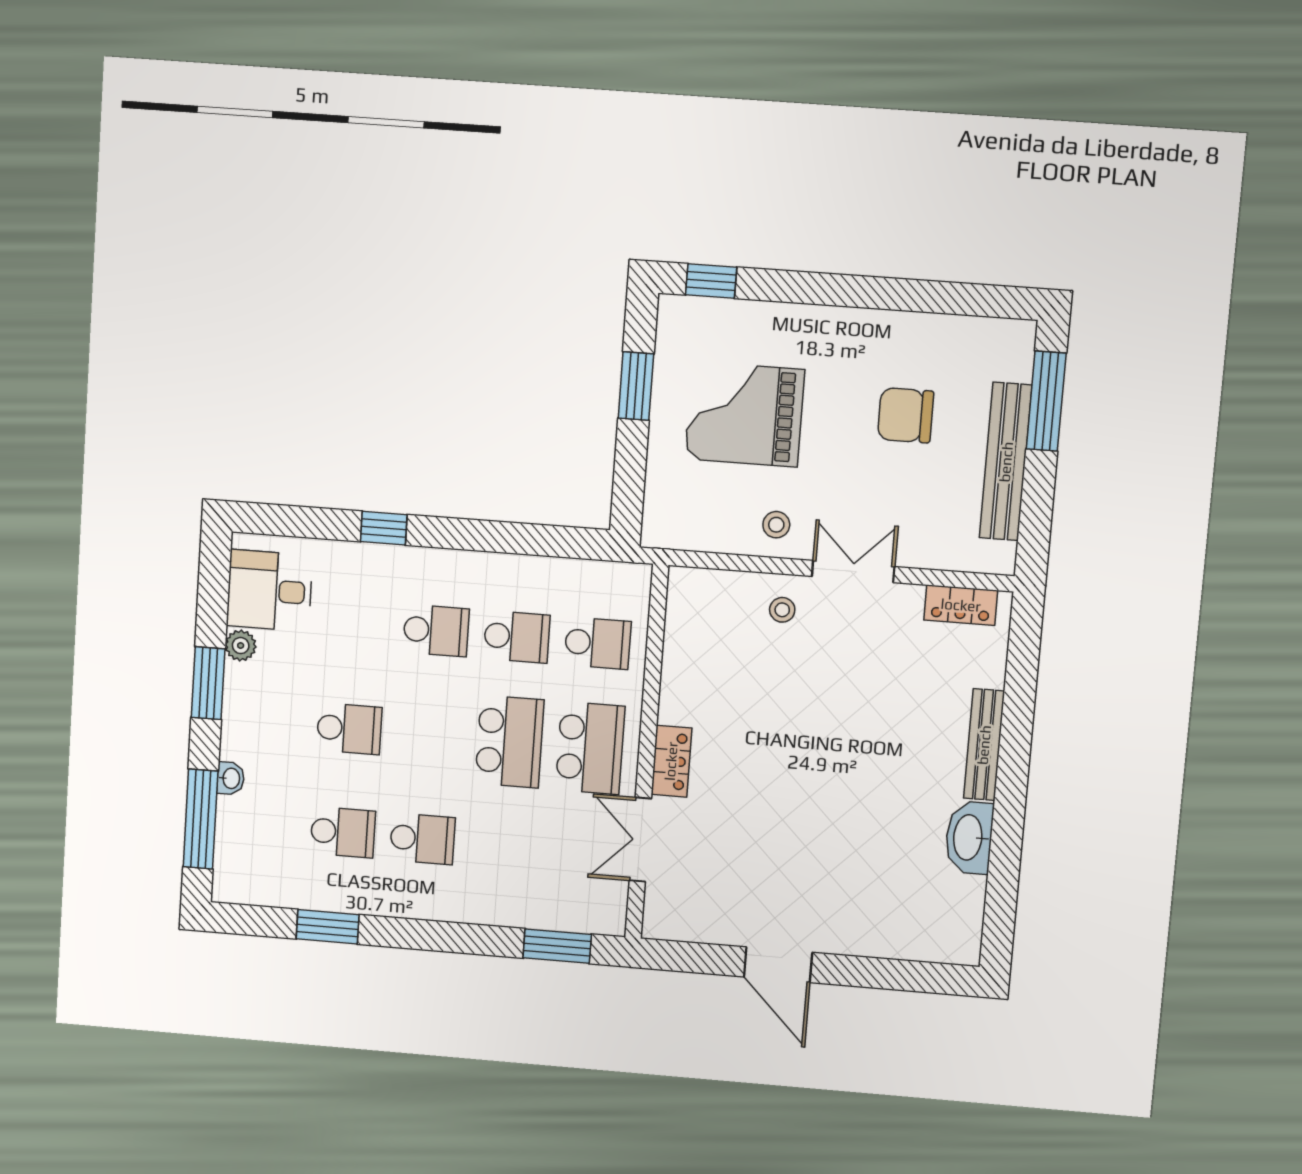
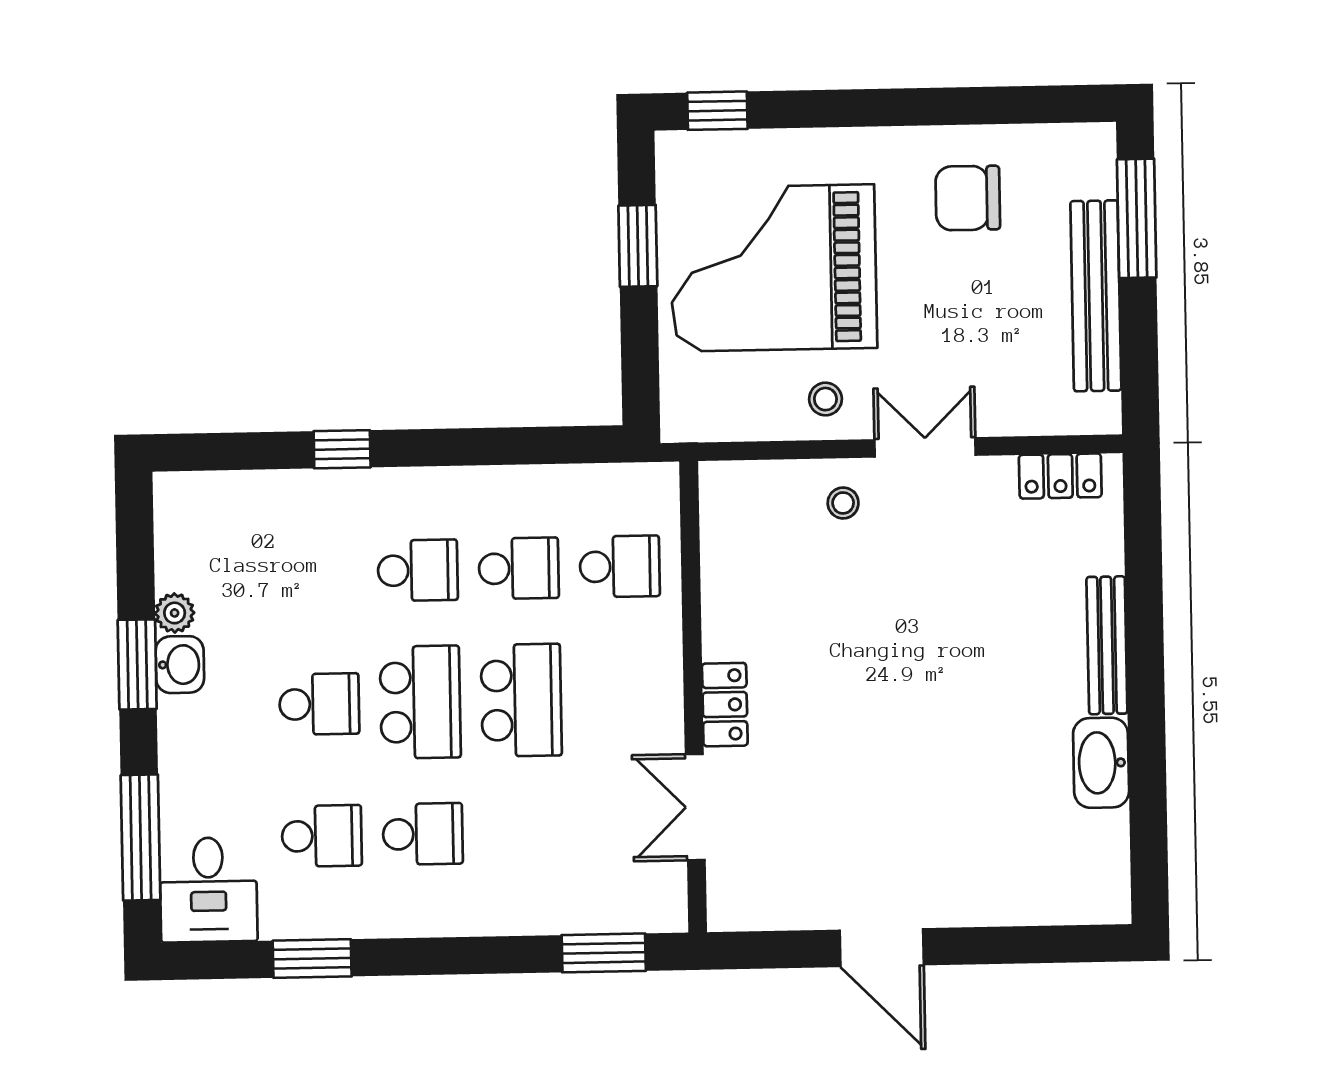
grand piano: (745, 414) -> (774, 268), width x1.37, depth x1.48
chair: (906, 415) -> (968, 198), moved
desk: (269, 591) -> (208, 890), moved, turned -90
school desk: (590, 748) -> (420, 702), moved
washbasin: (231, 778) -> (180, 665), moved, width x1.38, depth x1.45

